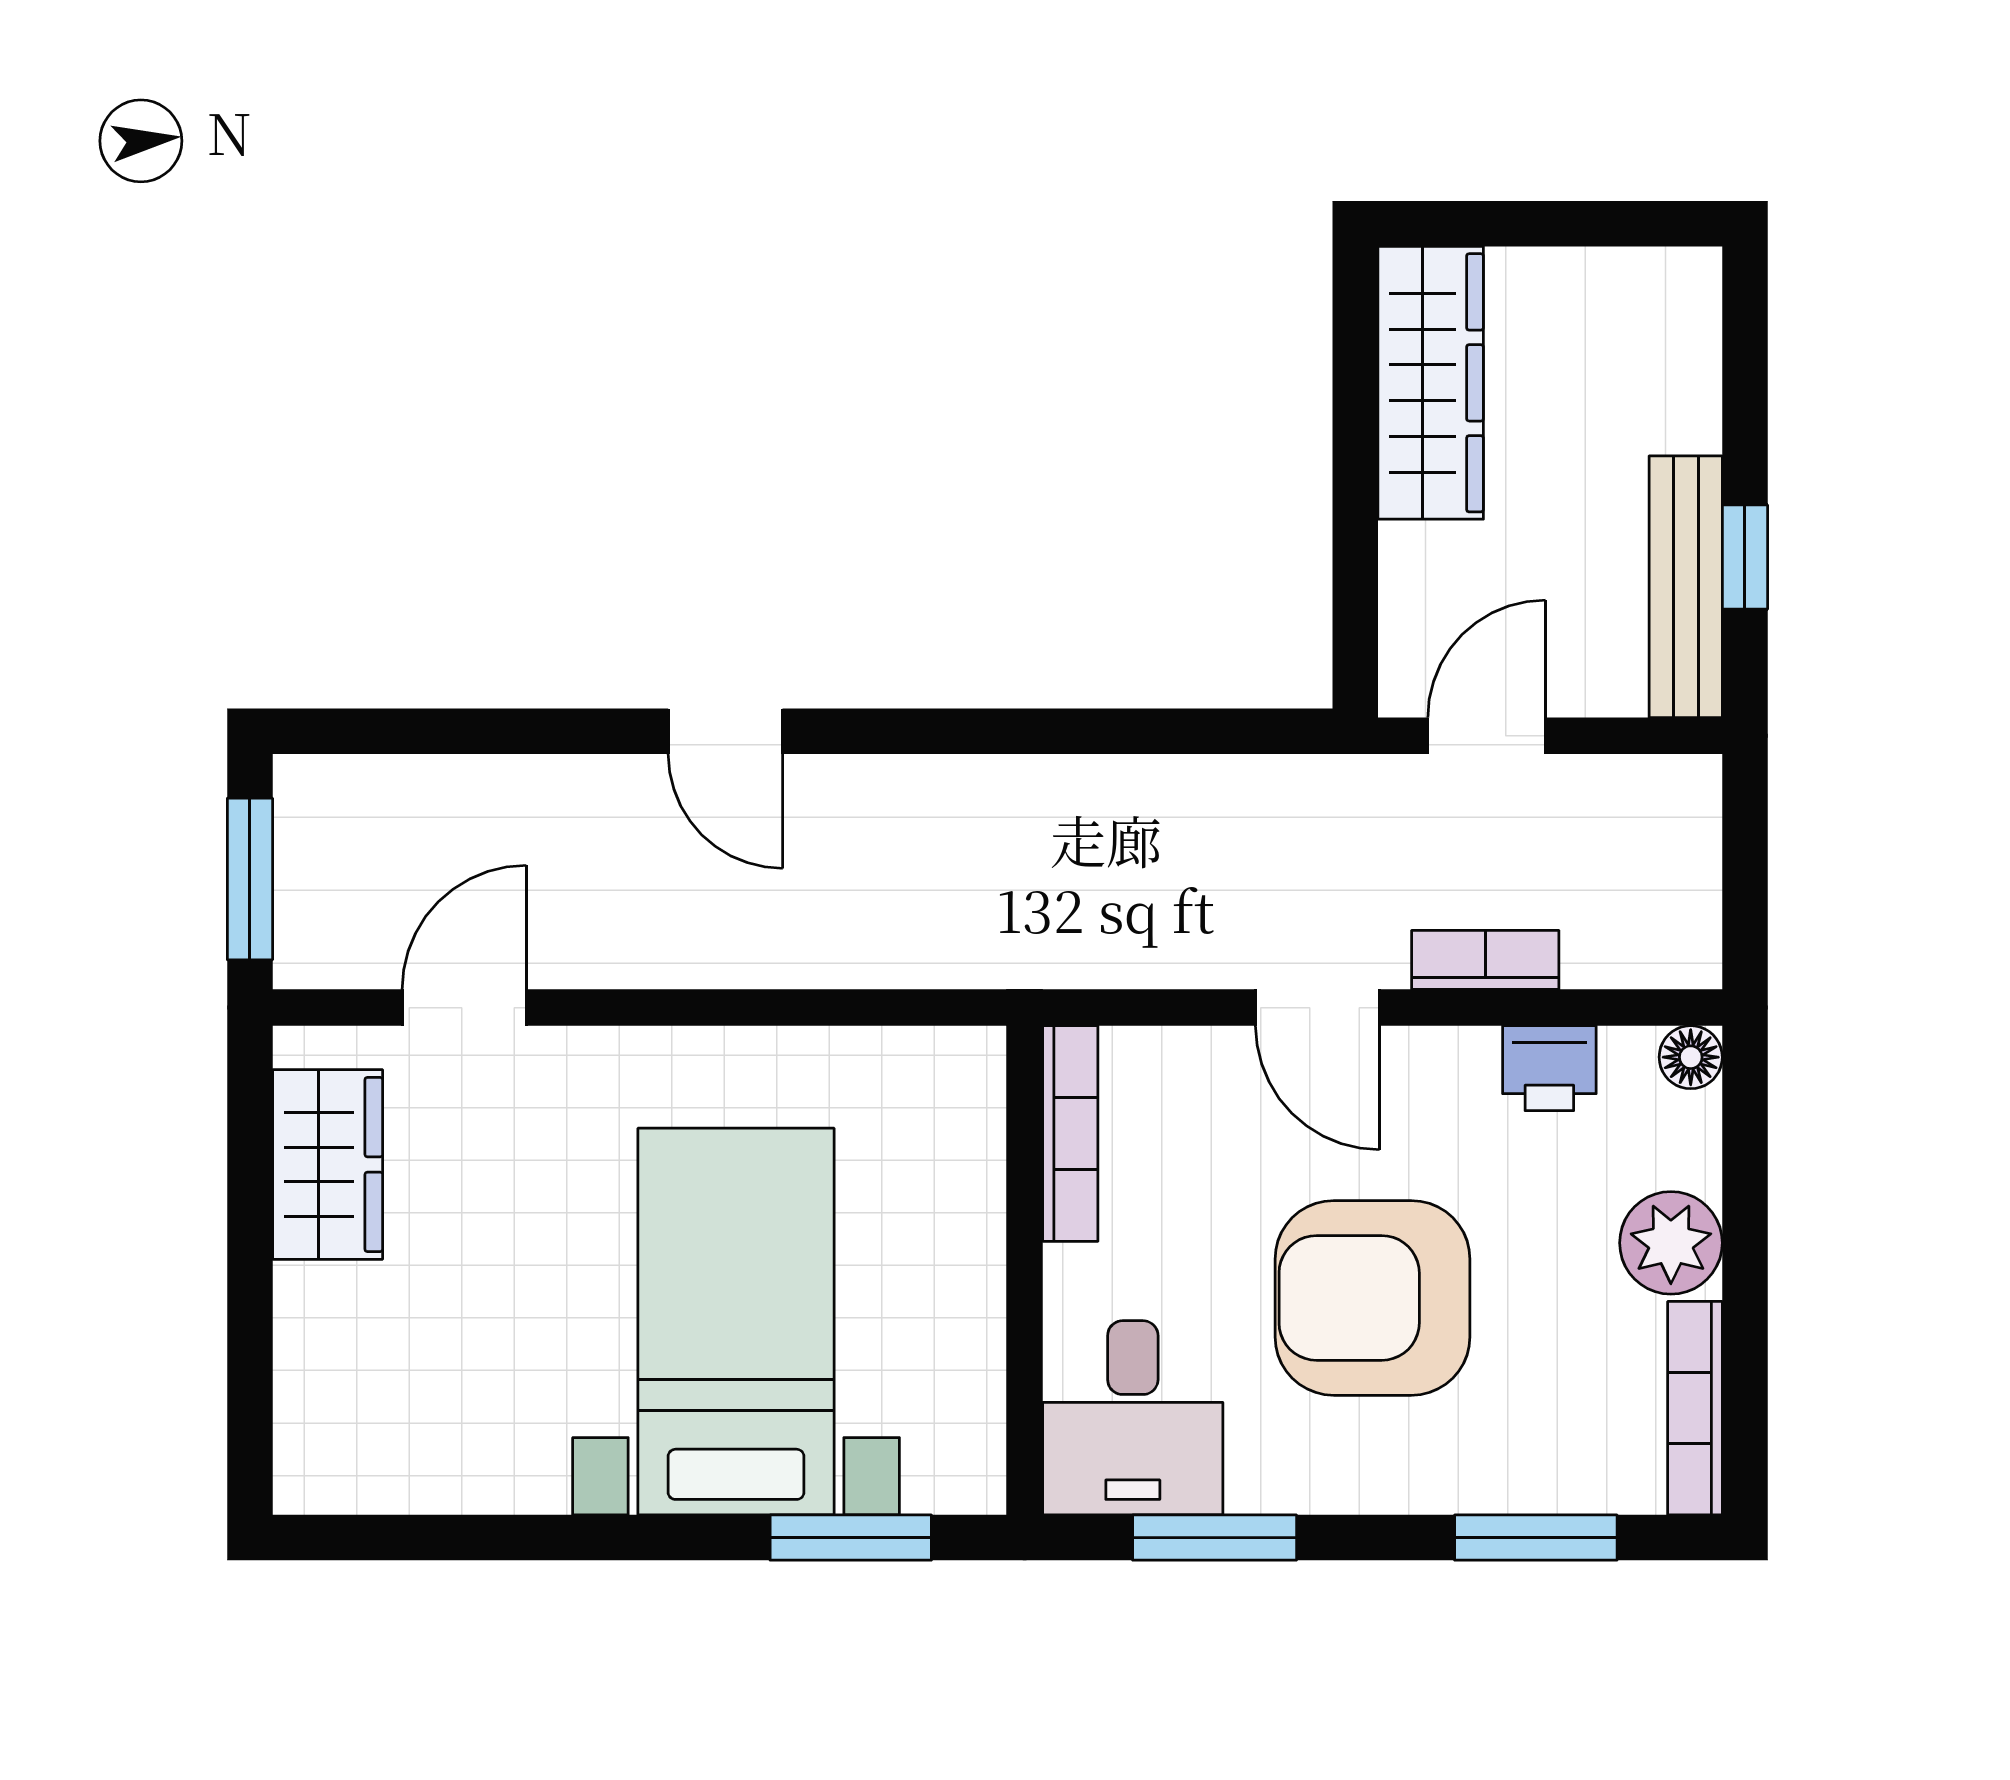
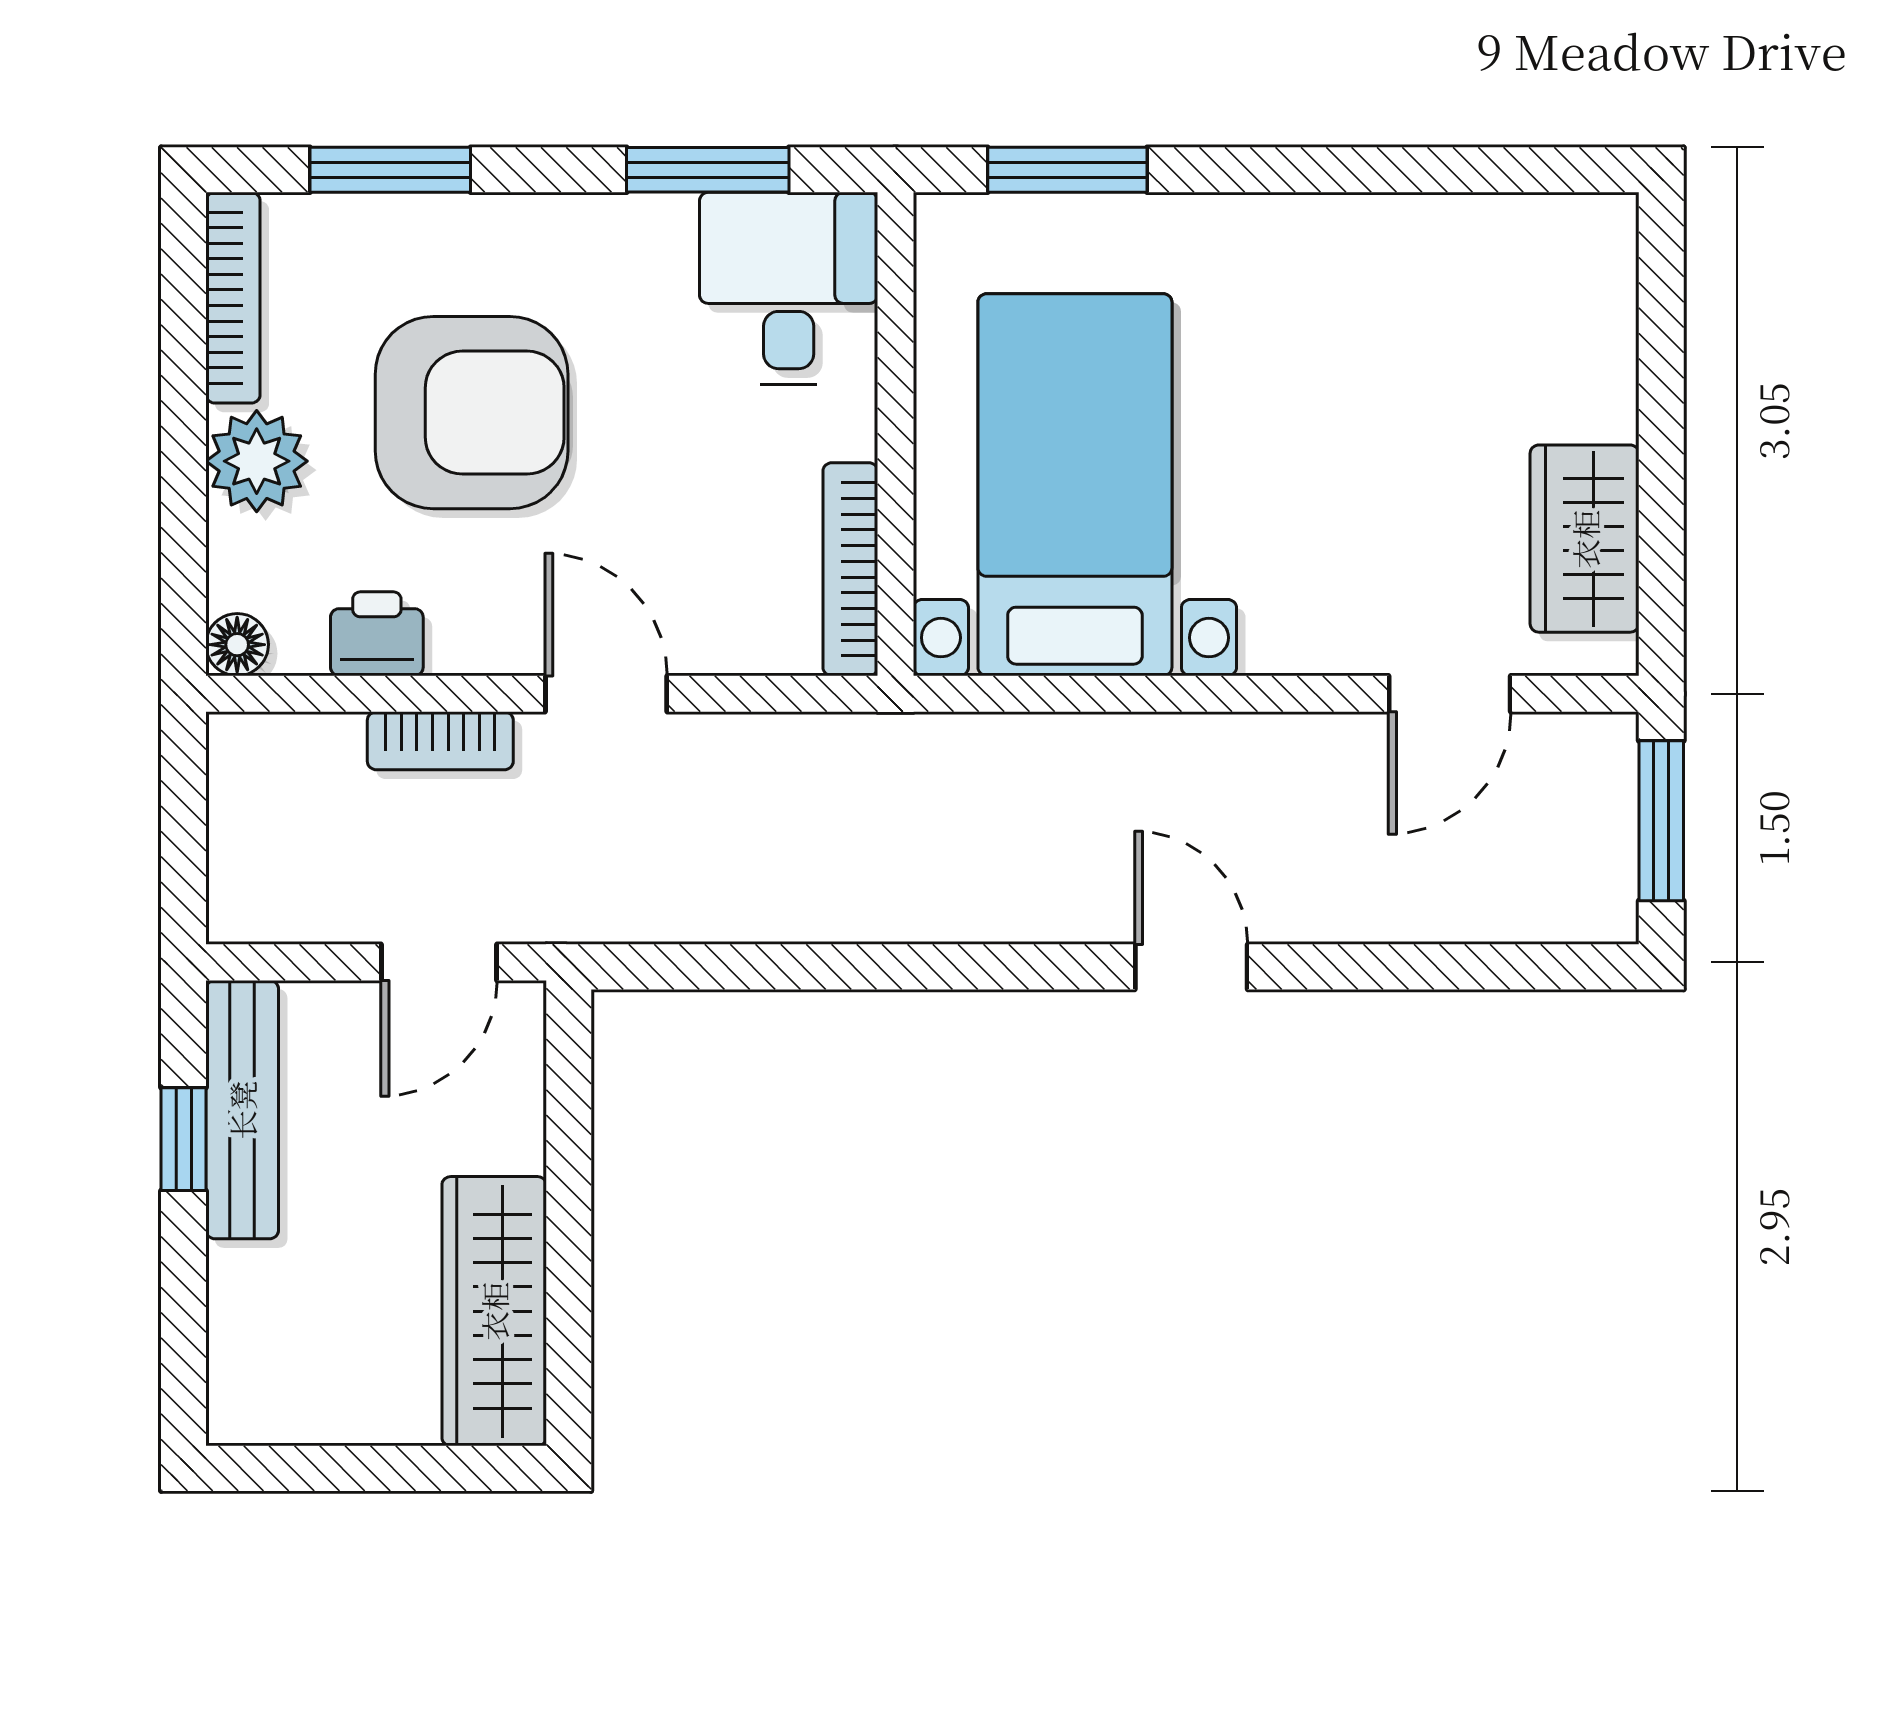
armchair: (1373, 1298) -> (472, 413), moved
bed with nightstands: (736, 1322) -> (1075, 485), moved, turned 180

